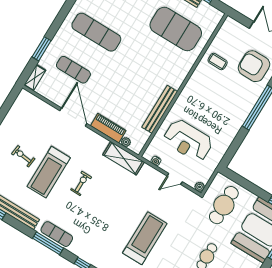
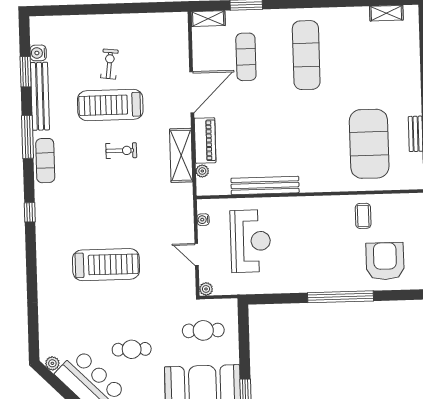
reception desk: (188, 141) -> (250, 241), turned 180
shelving: (123, 158) -> (181, 155), moved
cafe table: (224, 205) -> (203, 330), width x0.73, depth x0.74
window: (48, 243) -> (28, 137), moved

